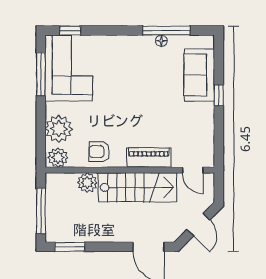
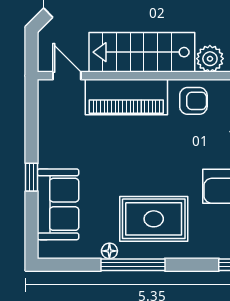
window: (166, 31) -> (133, 265), moved
rug: (129, 64) -> (154, 219), added
piano: (149, 158) -> (126, 97), width x1.37, depth x1.33

